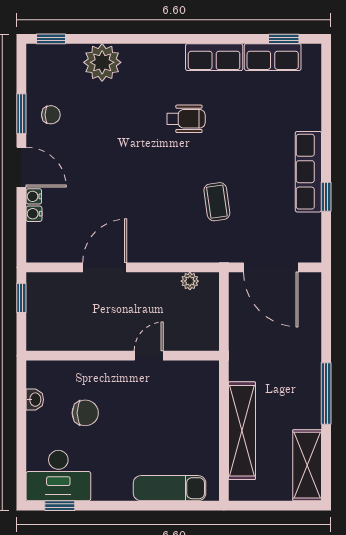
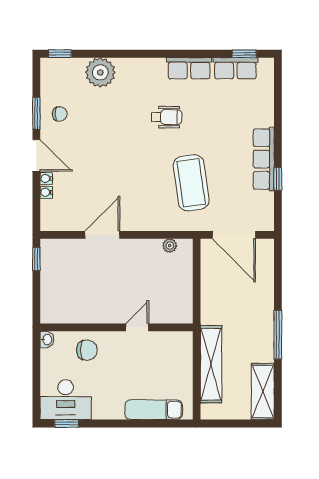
coffee table: (217, 202) -> (191, 183), width x1.86, depth x1.72
wall: (123, 356) -> (116, 327), moved
door: (149, 356) -> (137, 327), moved

